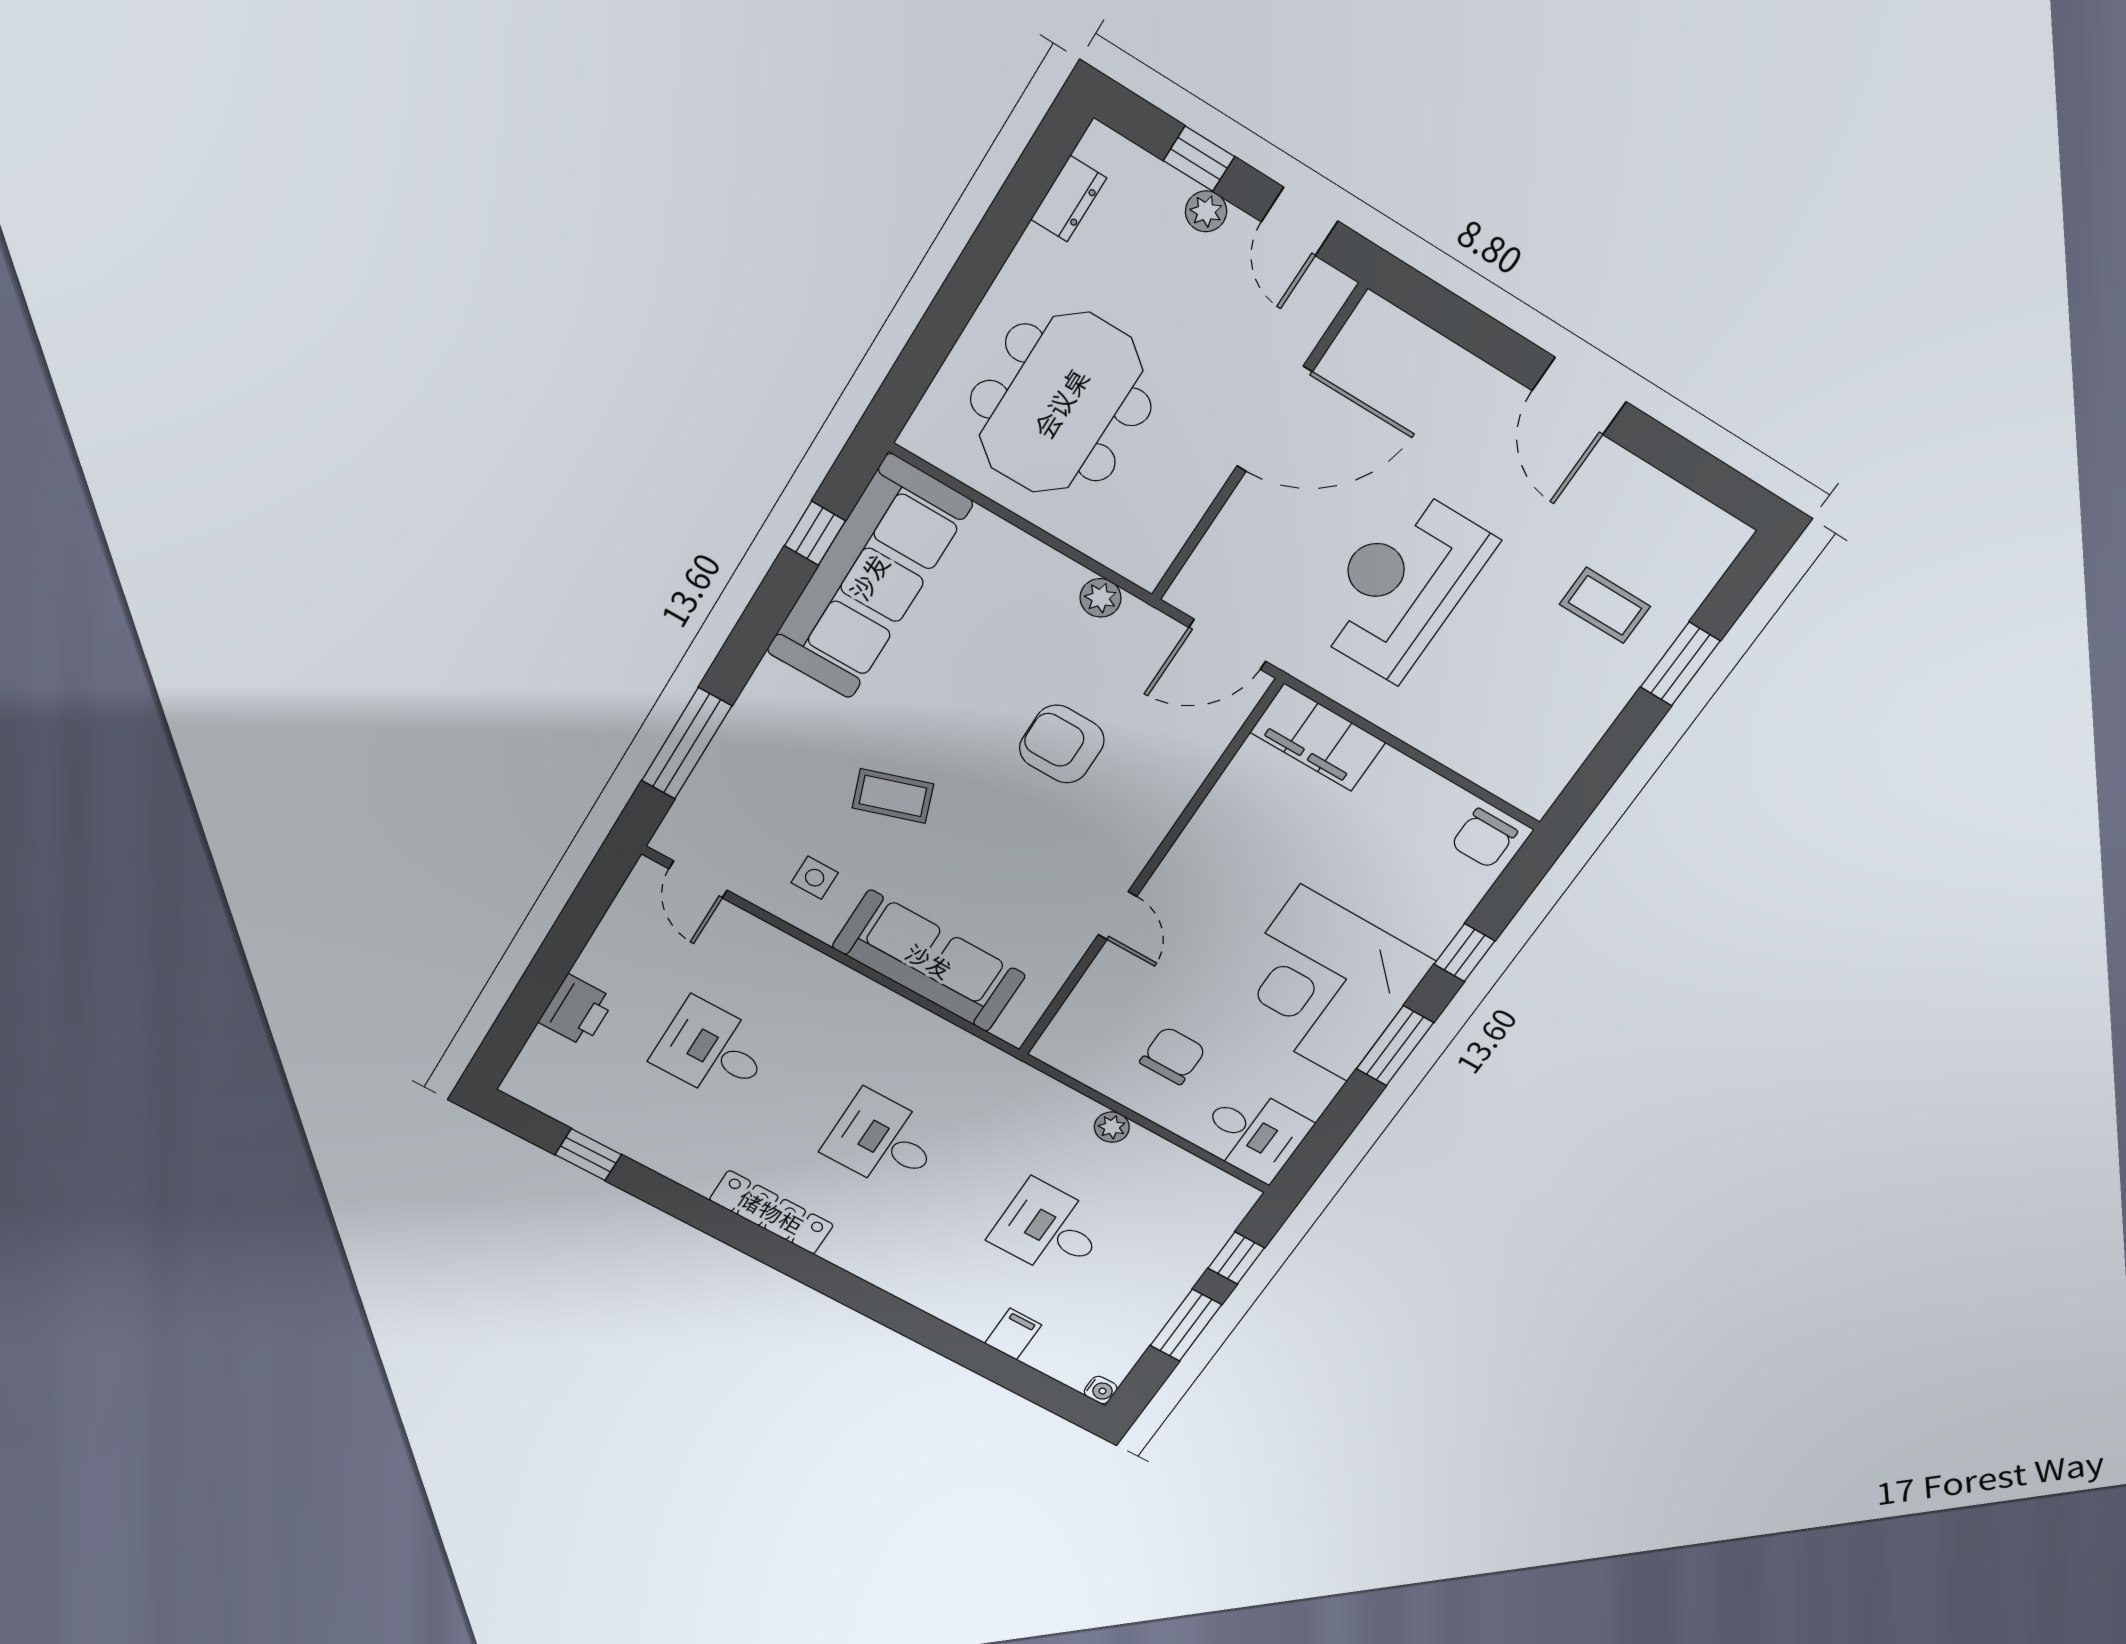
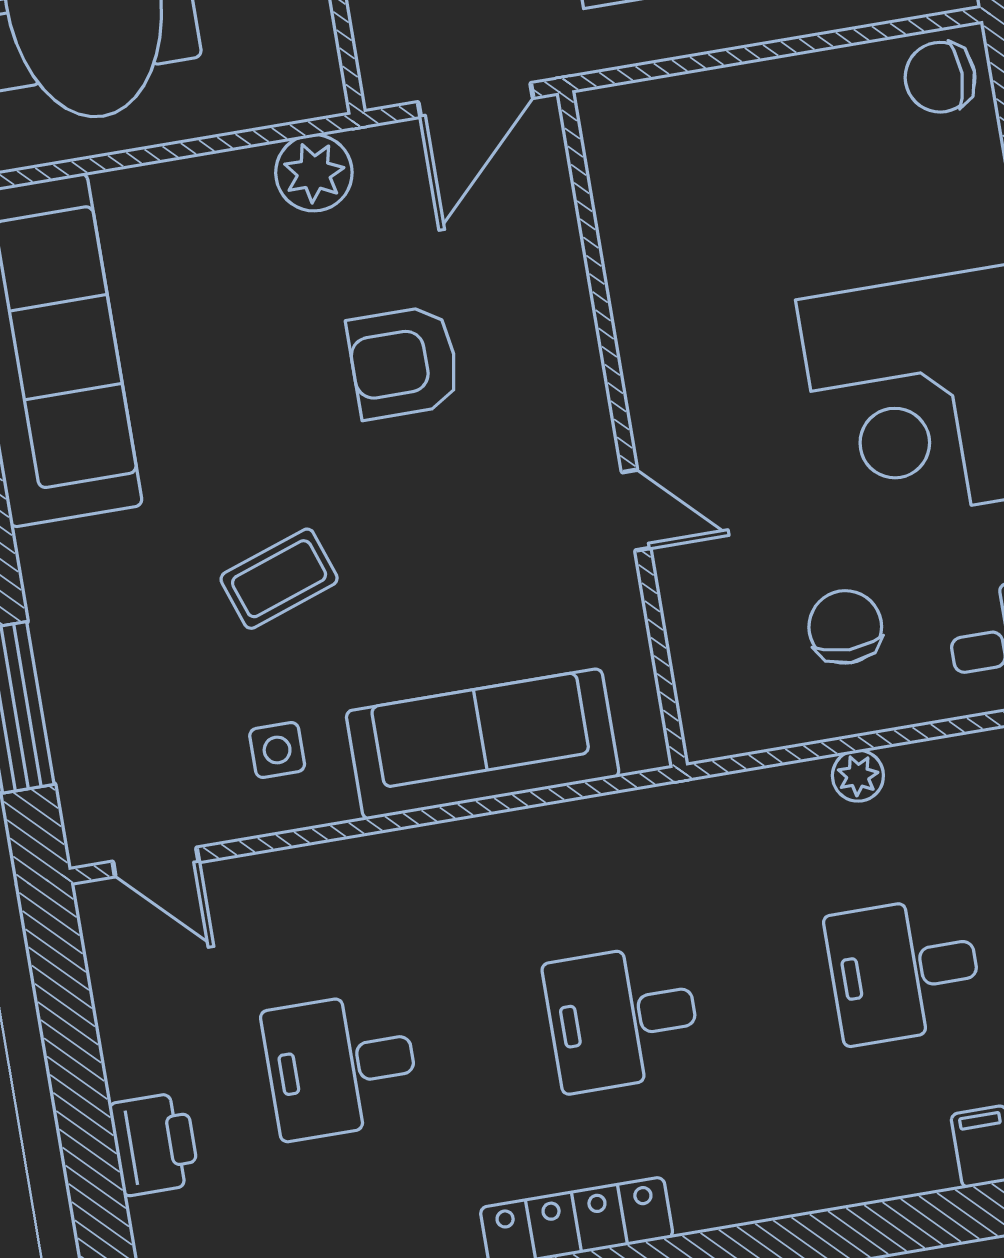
plant: (1101, 598) -> (314, 173), width x1.38, depth x1.38
filing cabinet: (1318, 737) -> (662, 119), removed
chair: (1484, 838) -> (940, 77), turned 90

